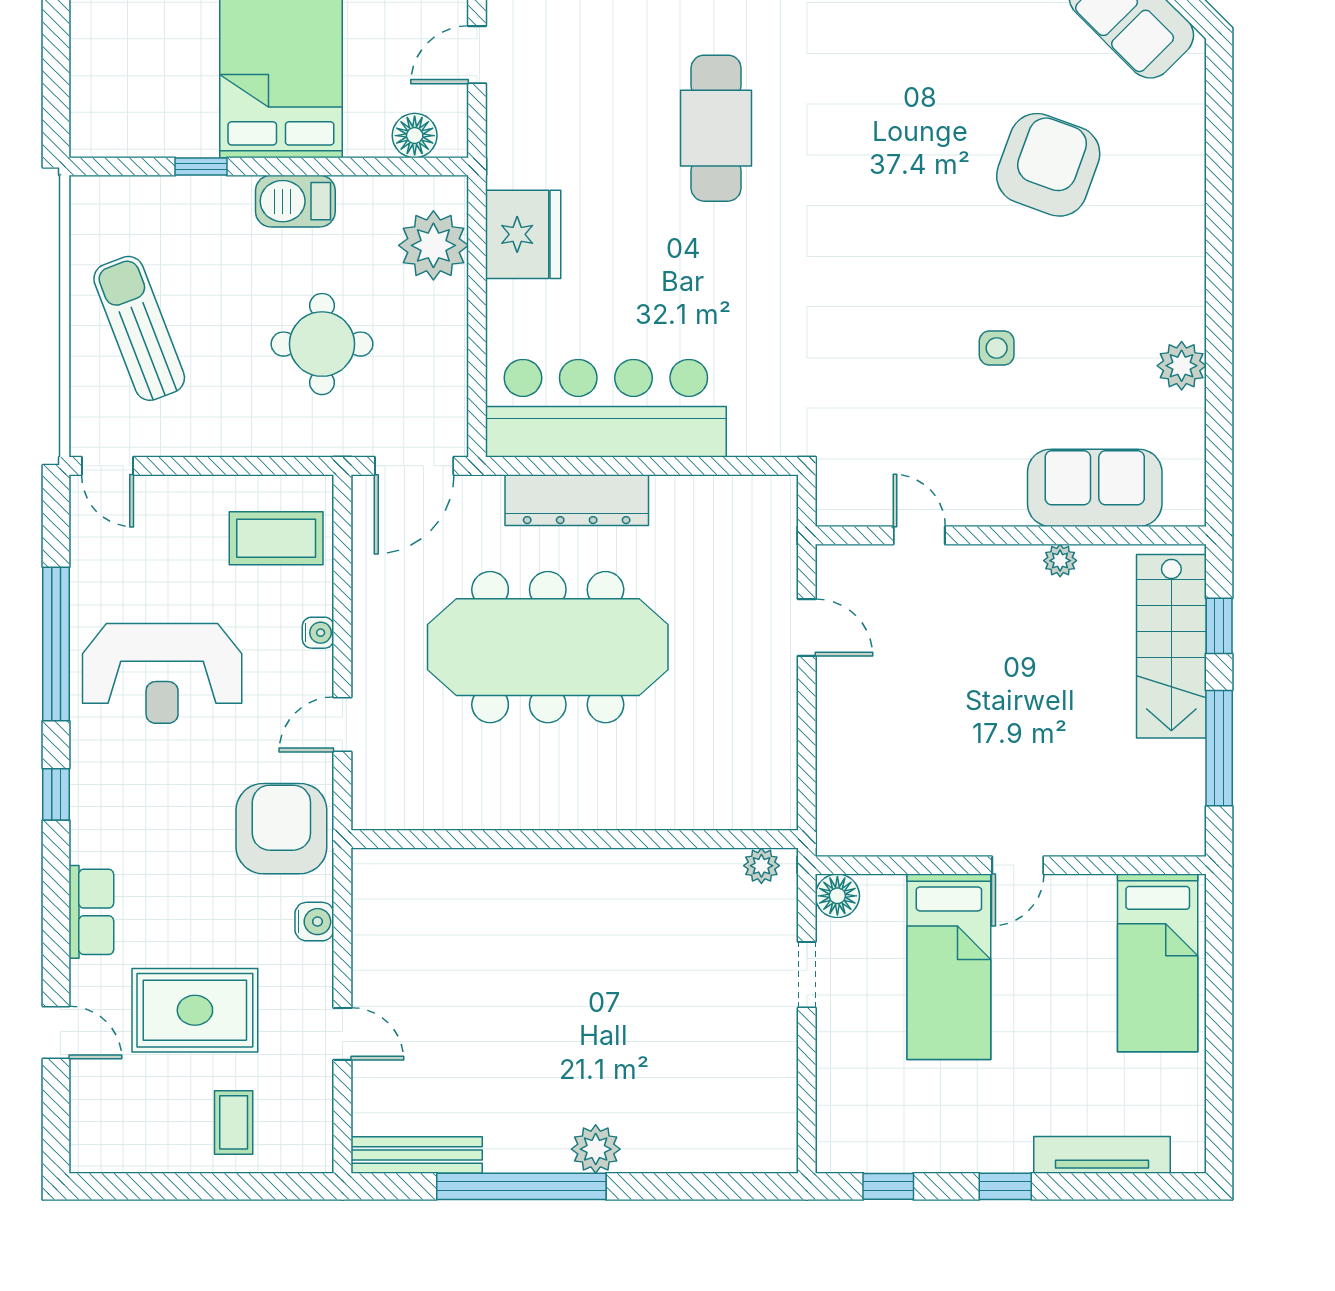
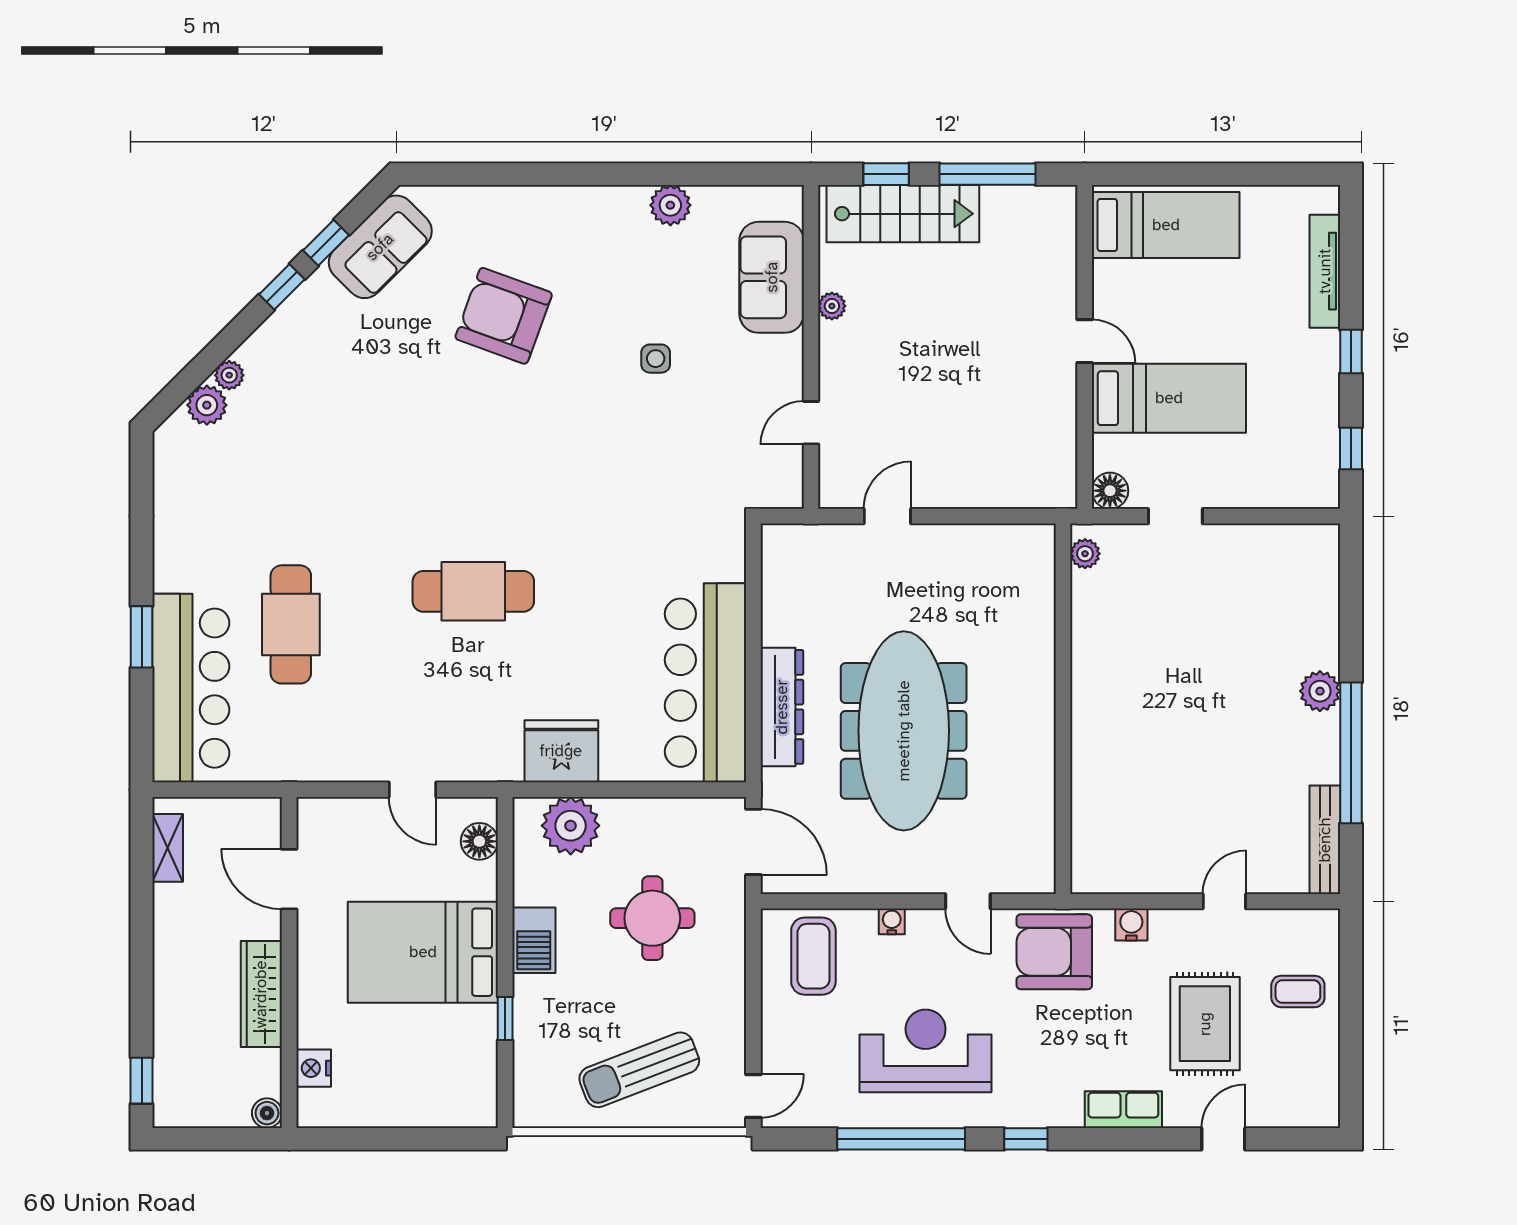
reception desk: (162, 673) -> (926, 1051), turned -90

